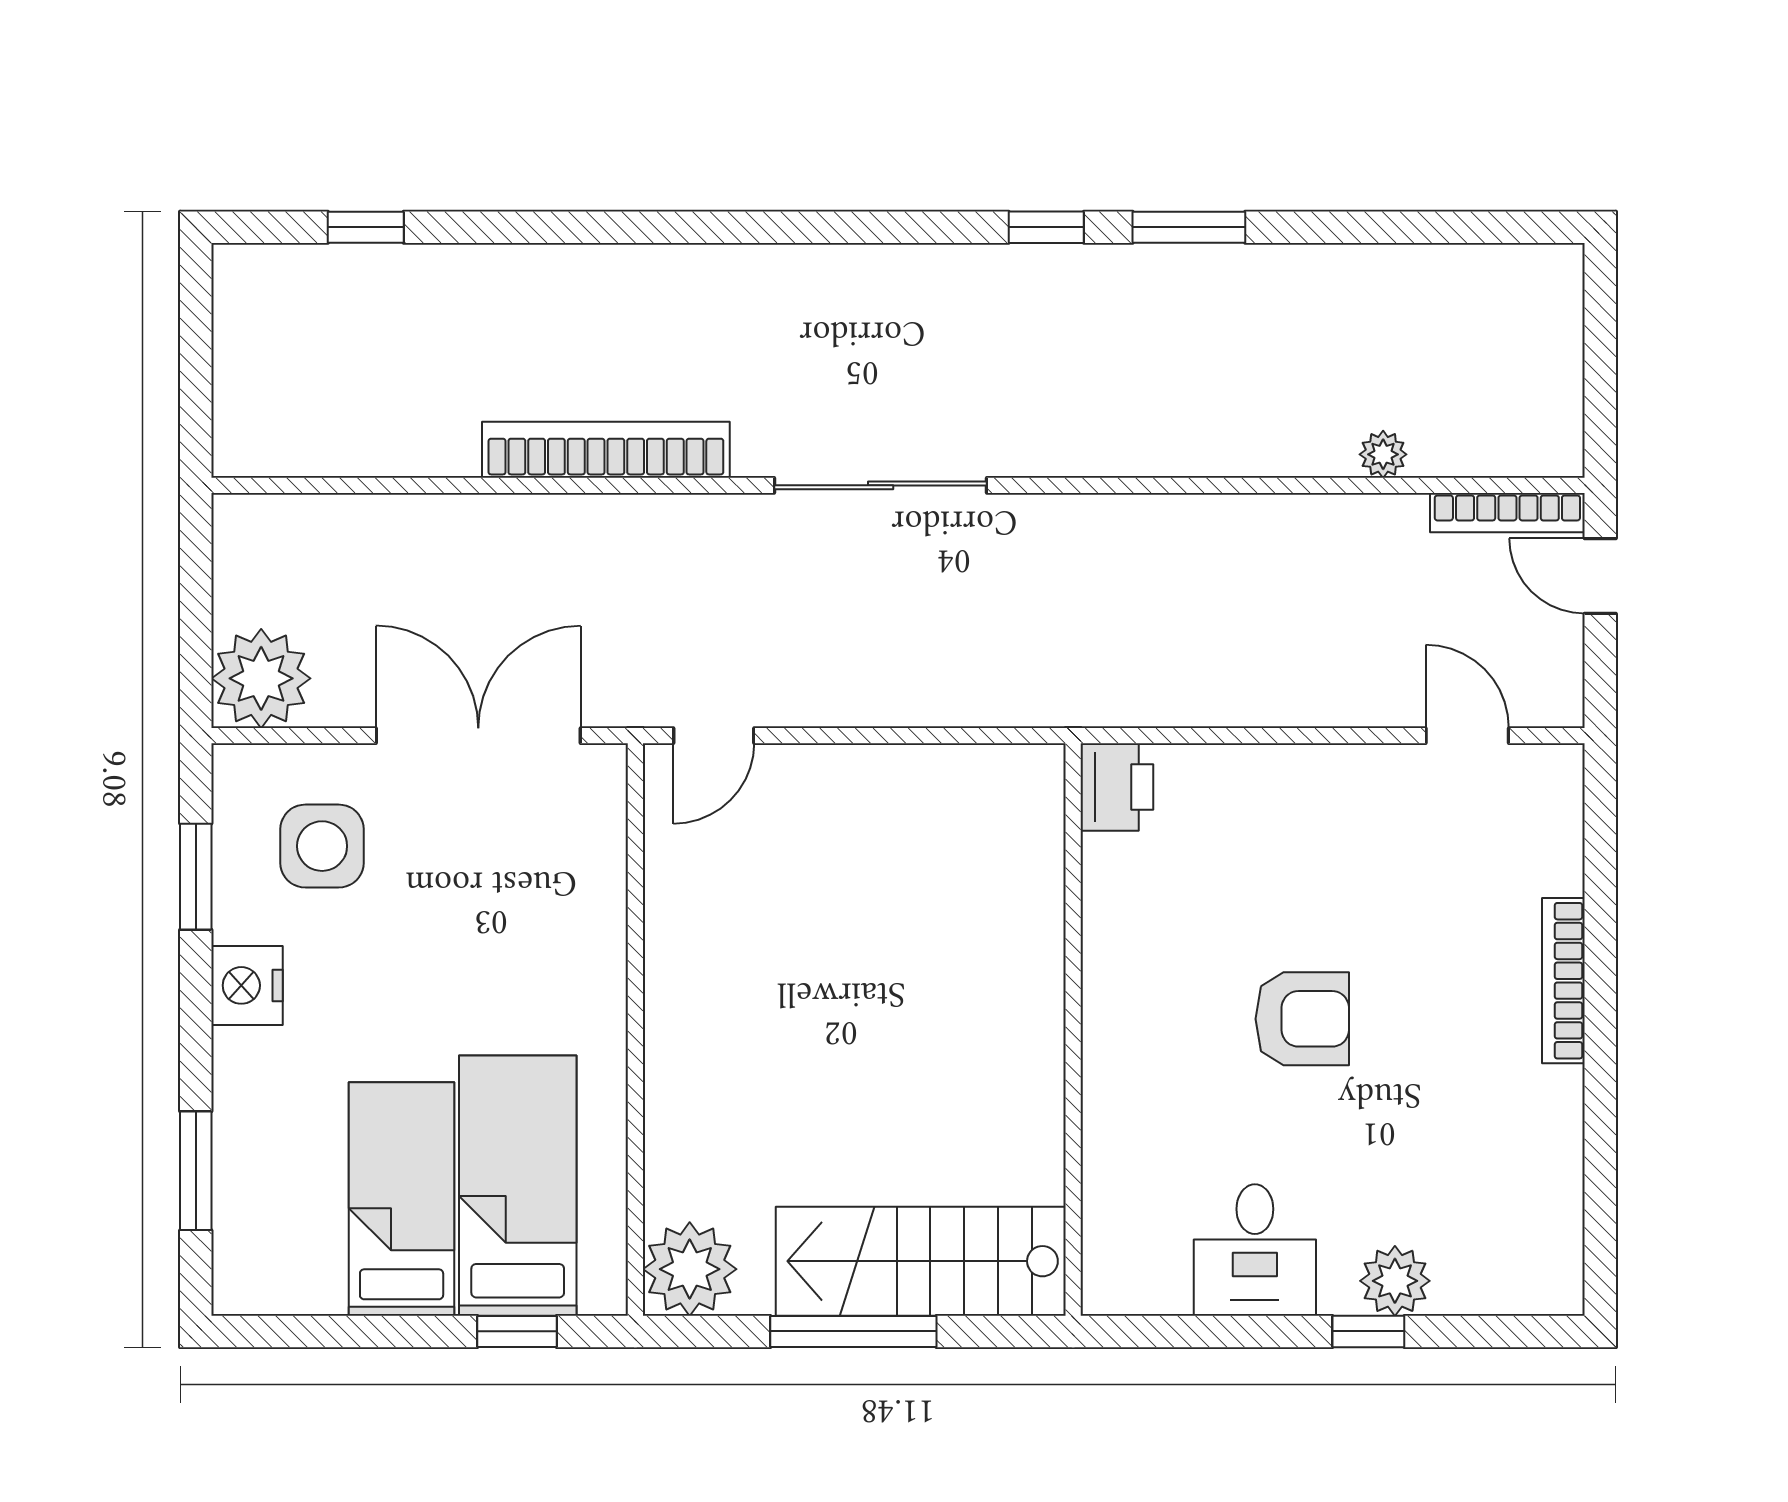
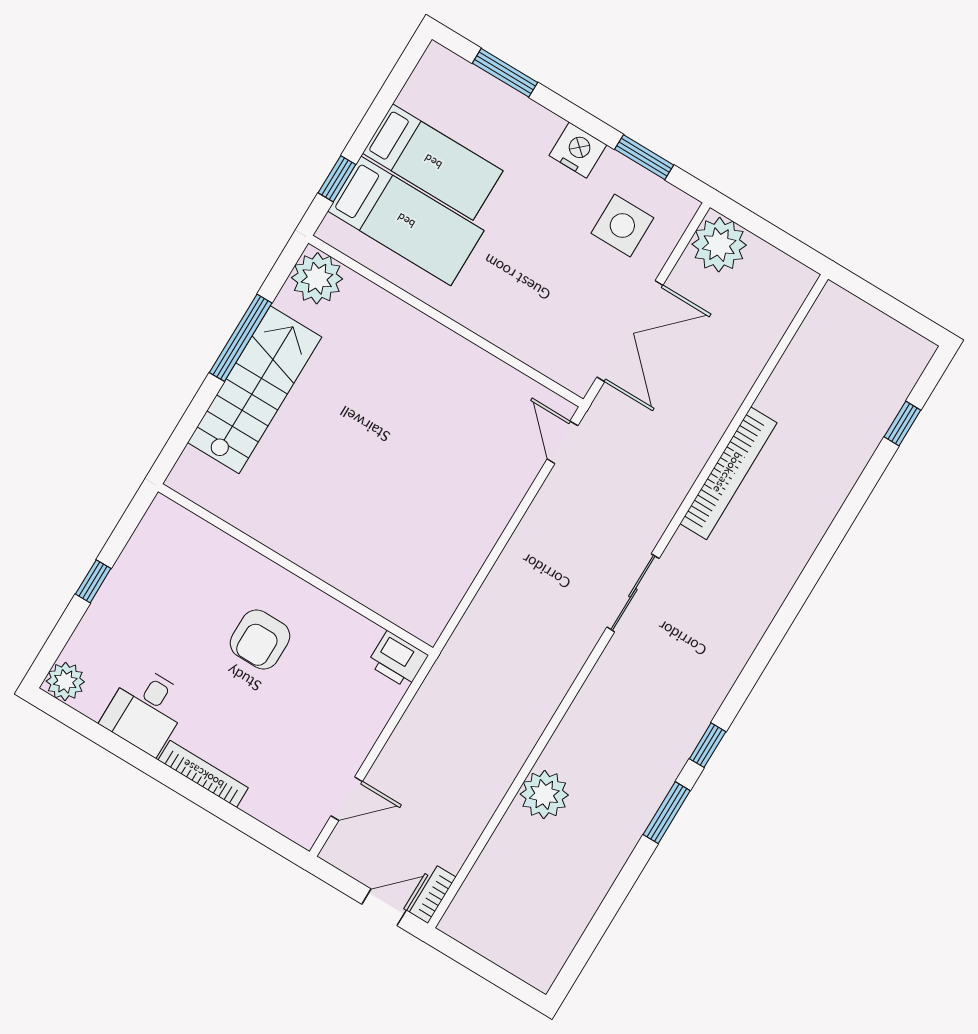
plant: (1383, 454) -> (544, 795), moved, width x1.87, depth x1.87
sliding door: (881, 485) -> (633, 593), width x0.73
bookcase: (1507, 513) -> (433, 895), width x0.64
printer: (1117, 787) -> (398, 660), moved
wall: (1073, 1029) -> (295, 570), moved
desk: (1255, 1250) -> (146, 710), moved, turned -90
plant: (1395, 1281) -> (65, 681), moved

